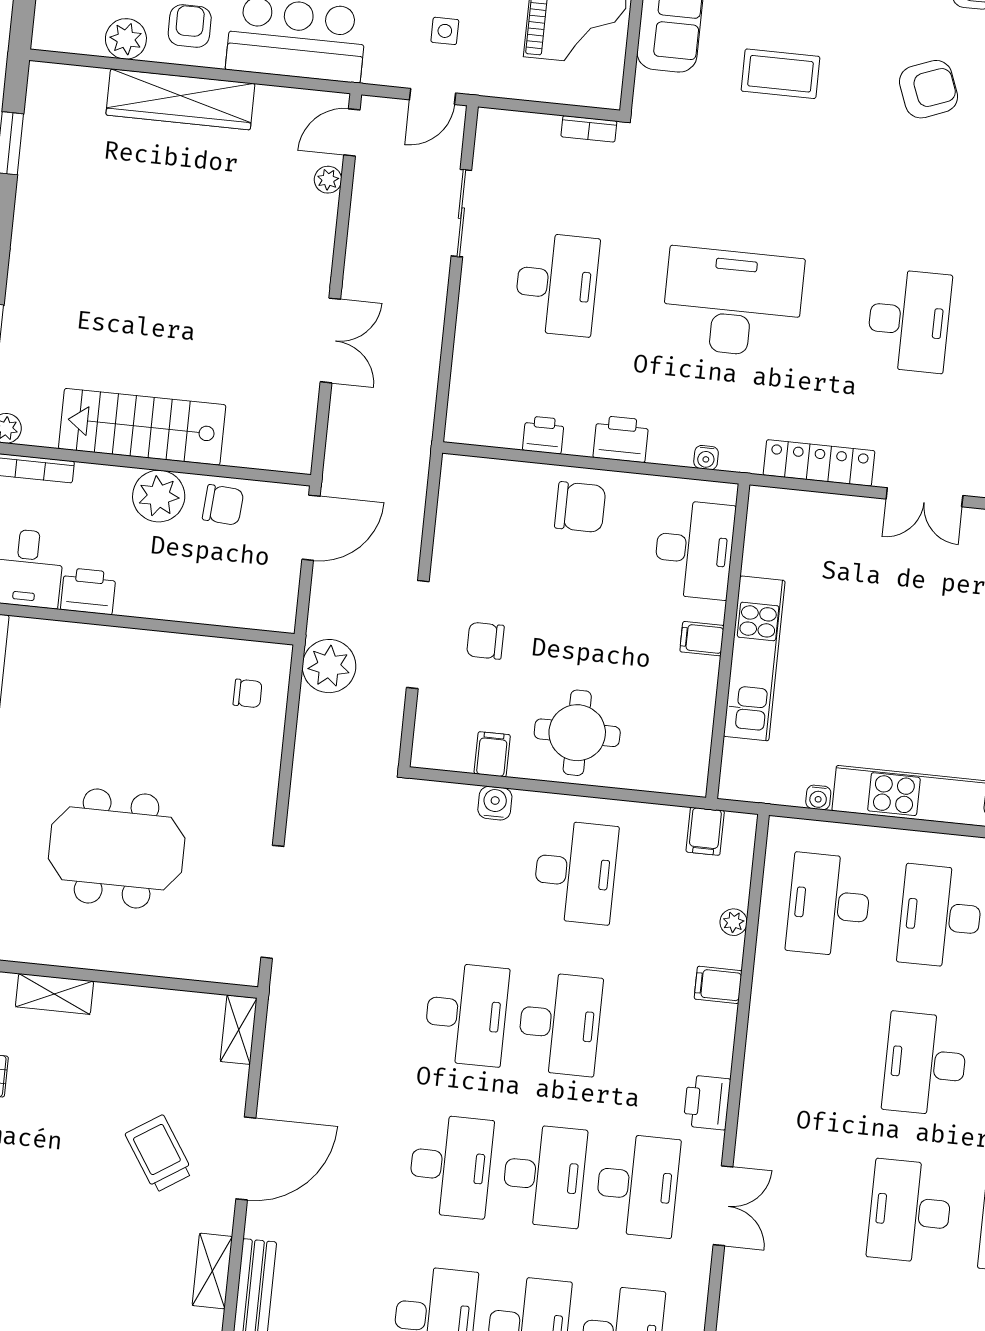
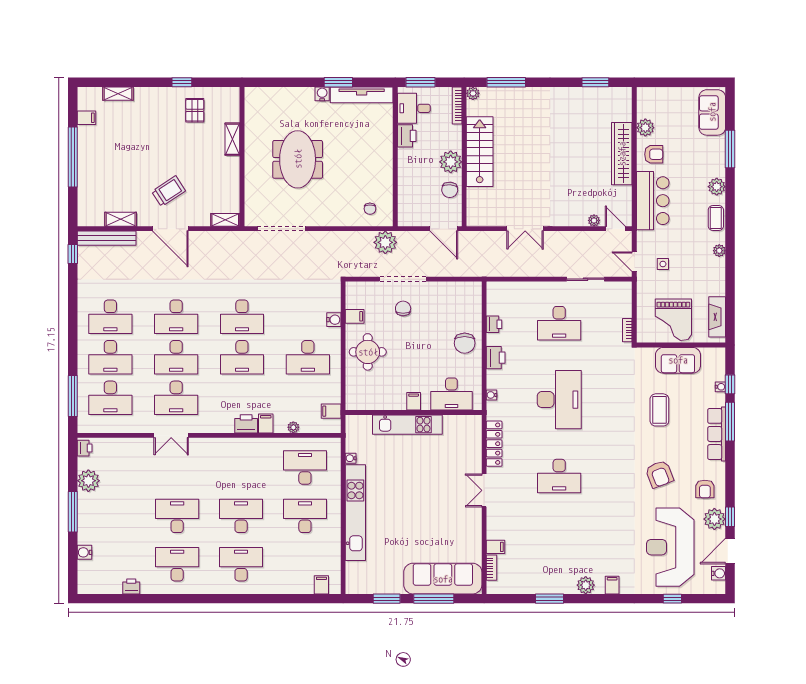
printer: (707, 1102) -> (246, 424), moved

